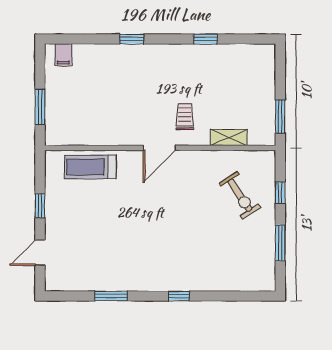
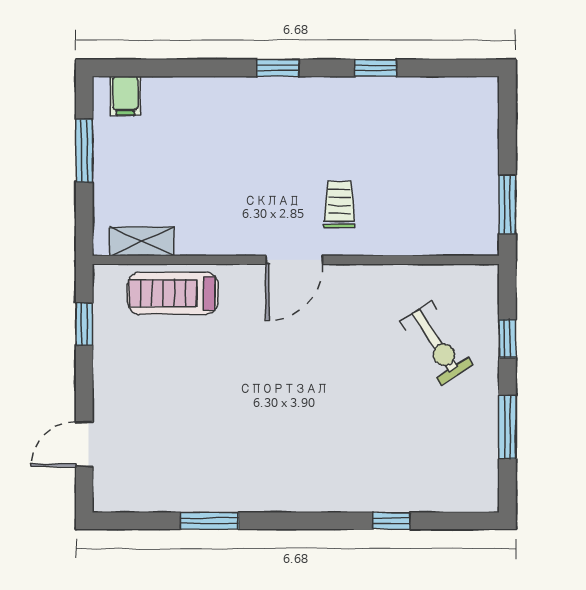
window: (132, 39) -> (278, 68), moved
window: (40, 107) -> (84, 151), moved
shelving: (229, 137) -> (142, 241), moved
window: (40, 206) -> (84, 324), moved
window: (179, 296) -> (391, 521), moved

